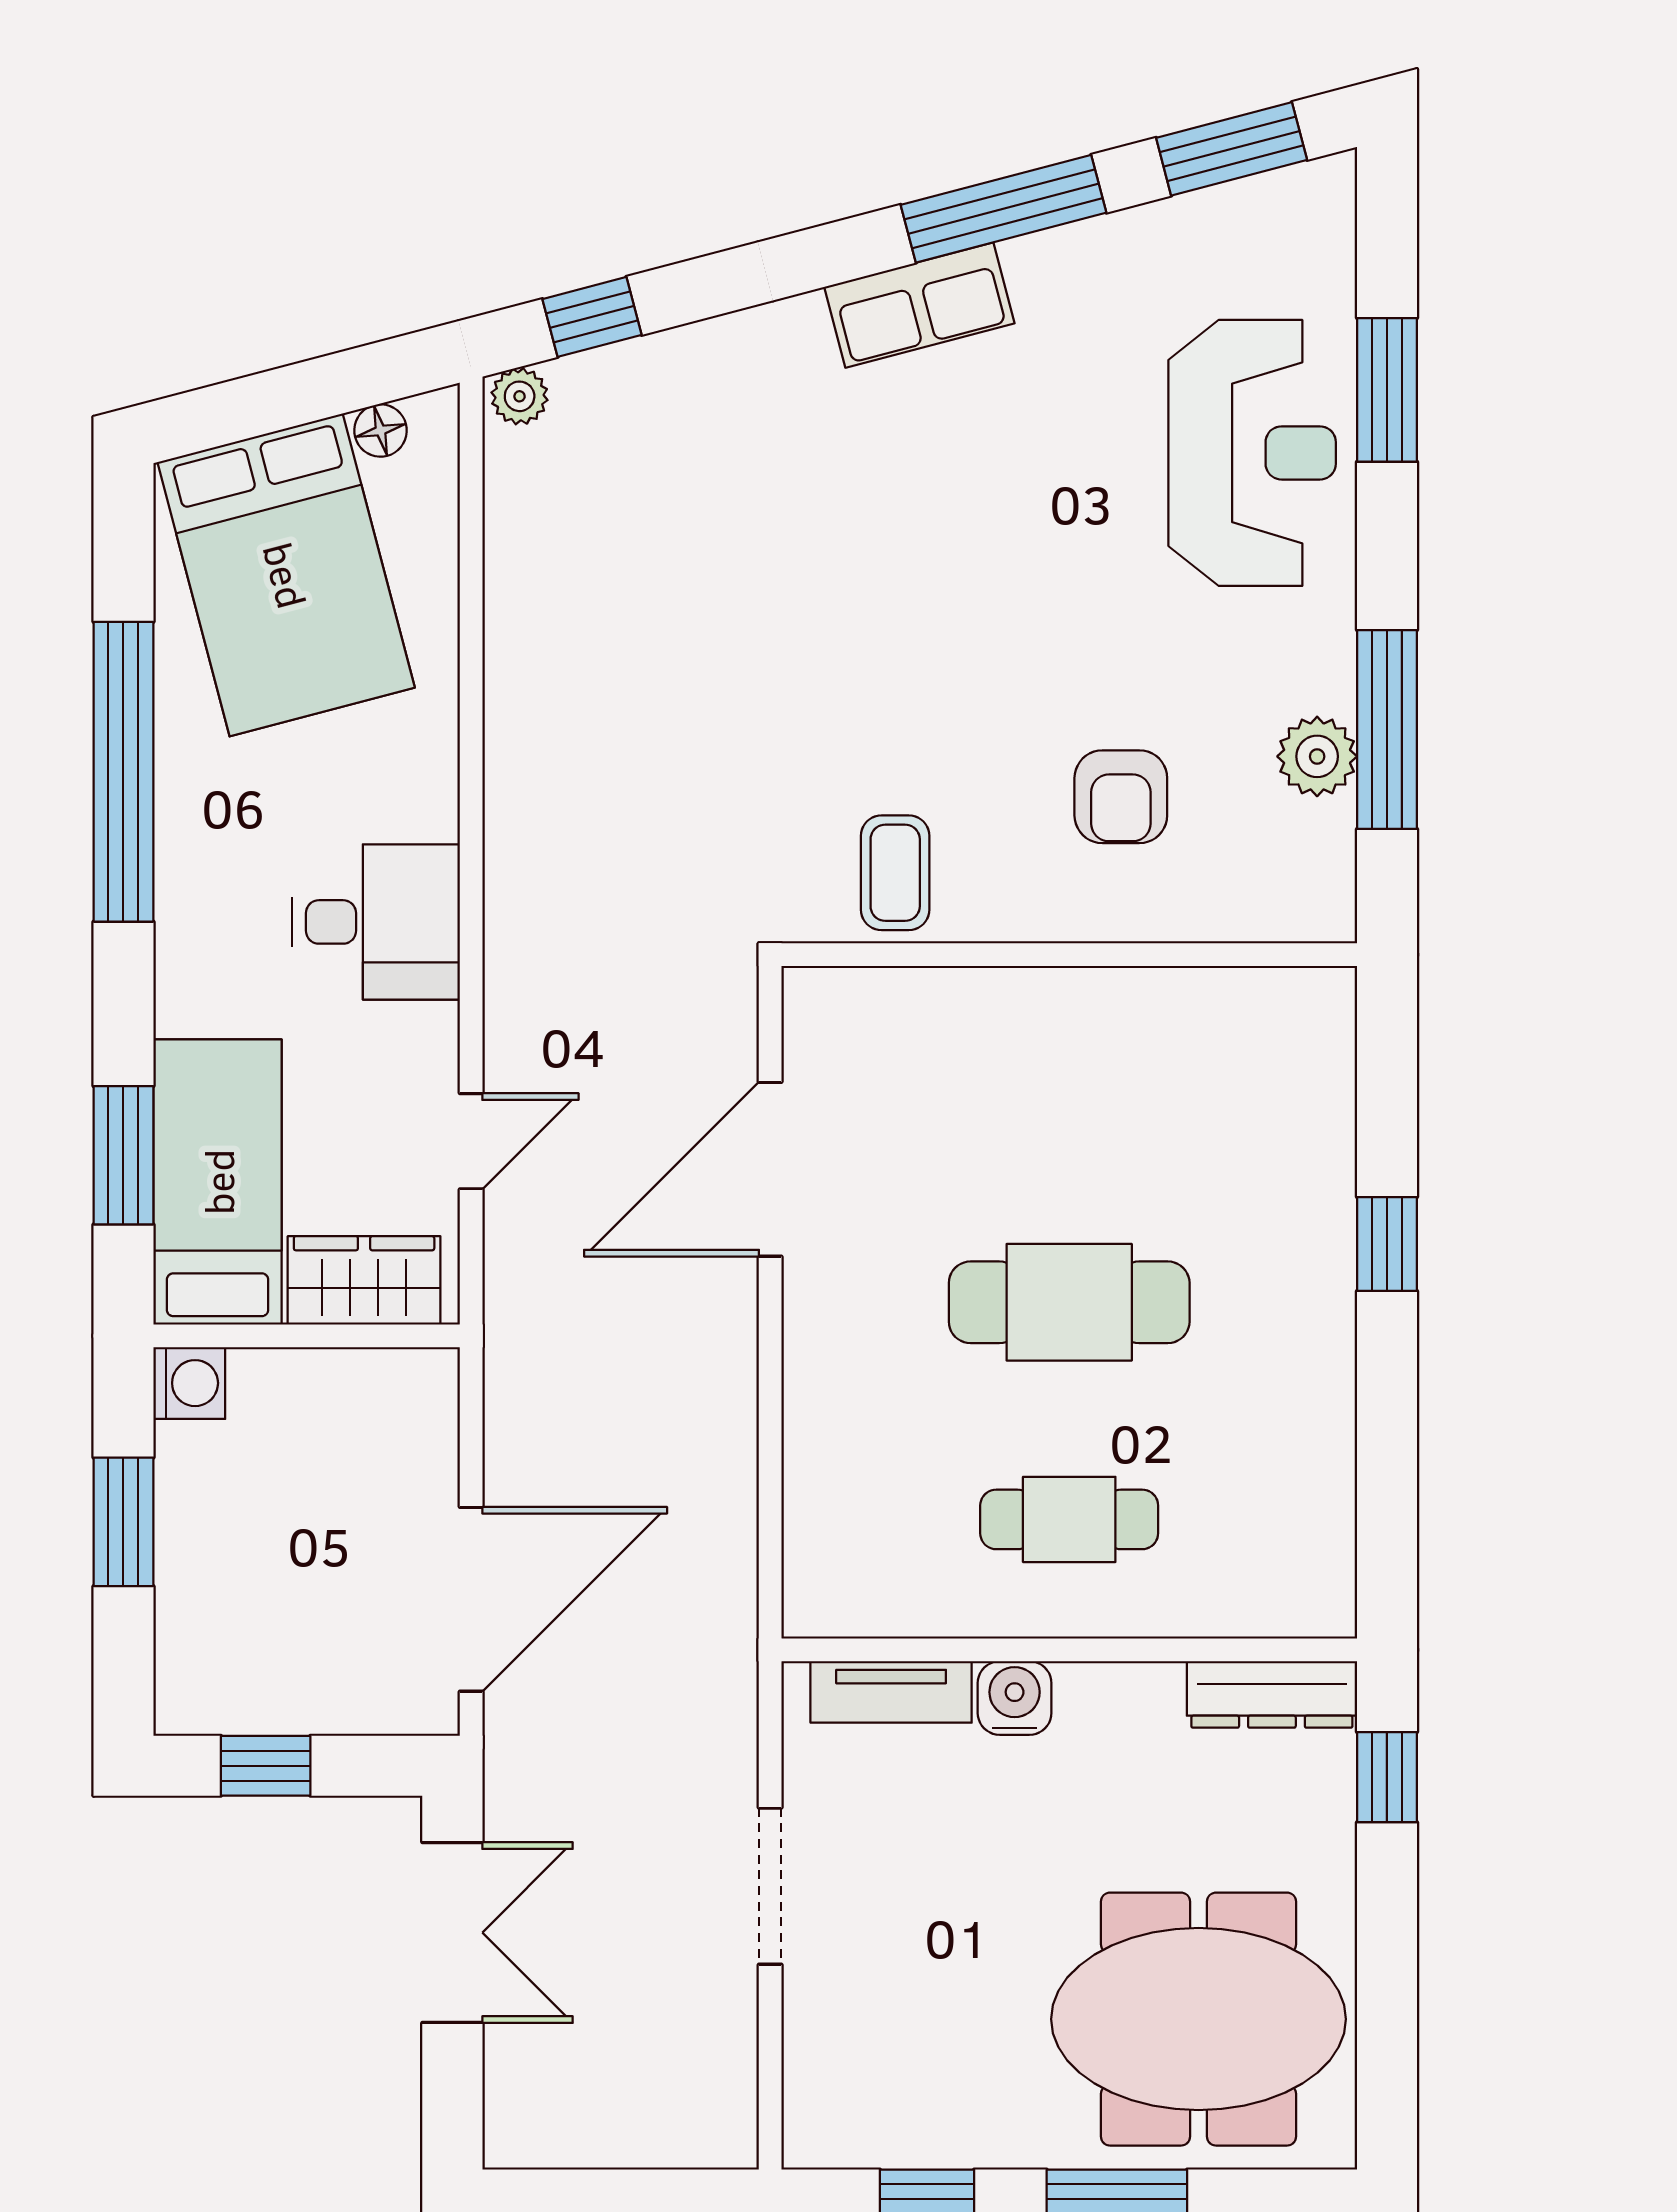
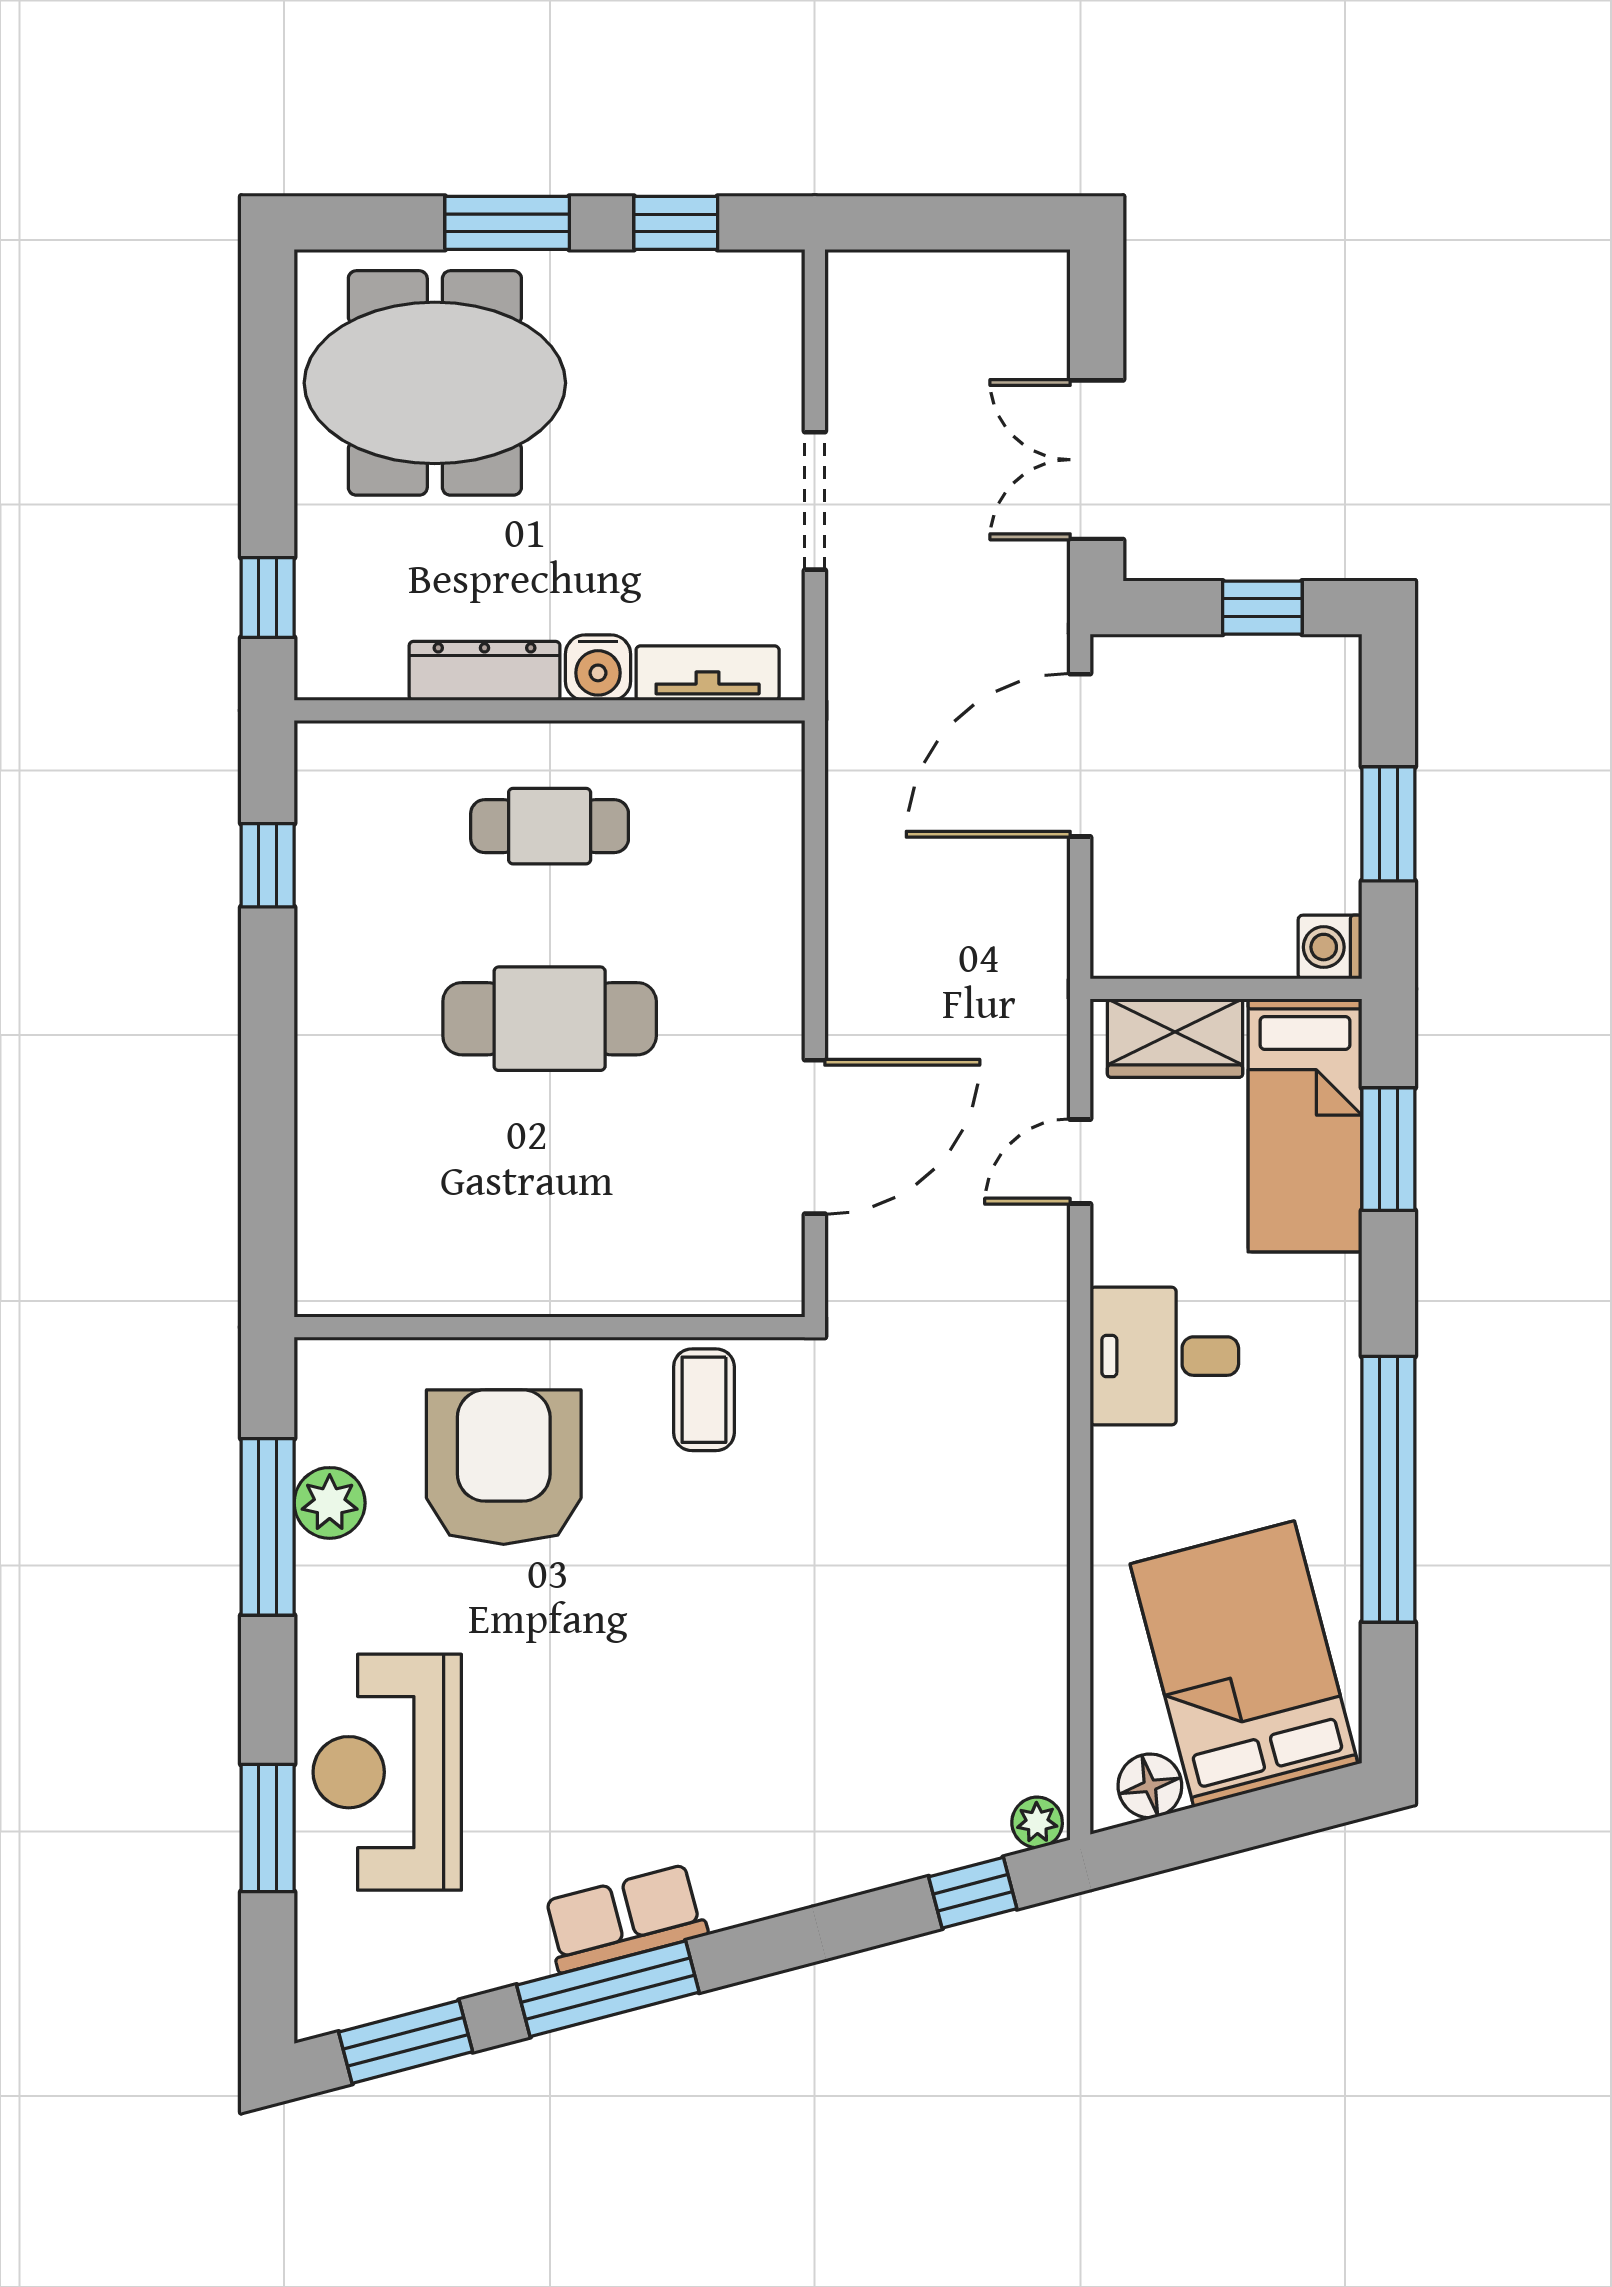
row of seats: (919, 305) -> (625, 1918), moved
floor lamp: (381, 431) -> (1150, 1786), width x1.37, depth x1.37
armchair: (1121, 797) -> (504, 1467), width x1.88, depth x1.88
window: (1387, 1244) -> (268, 865), moved
dresser: (1272, 1694) -> (485, 671), moved

